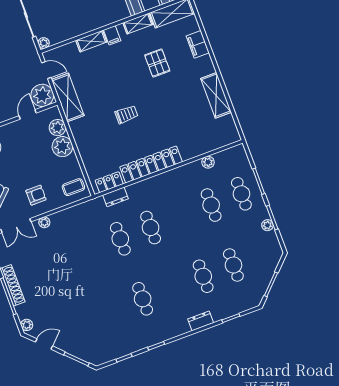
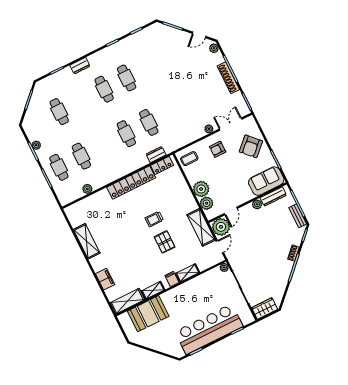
pallet: (157, 63) -> (165, 242), moved
door: (46, 70) -> (220, 247), swing flipped
cafe table: (203, 276) -> (104, 89), moved

